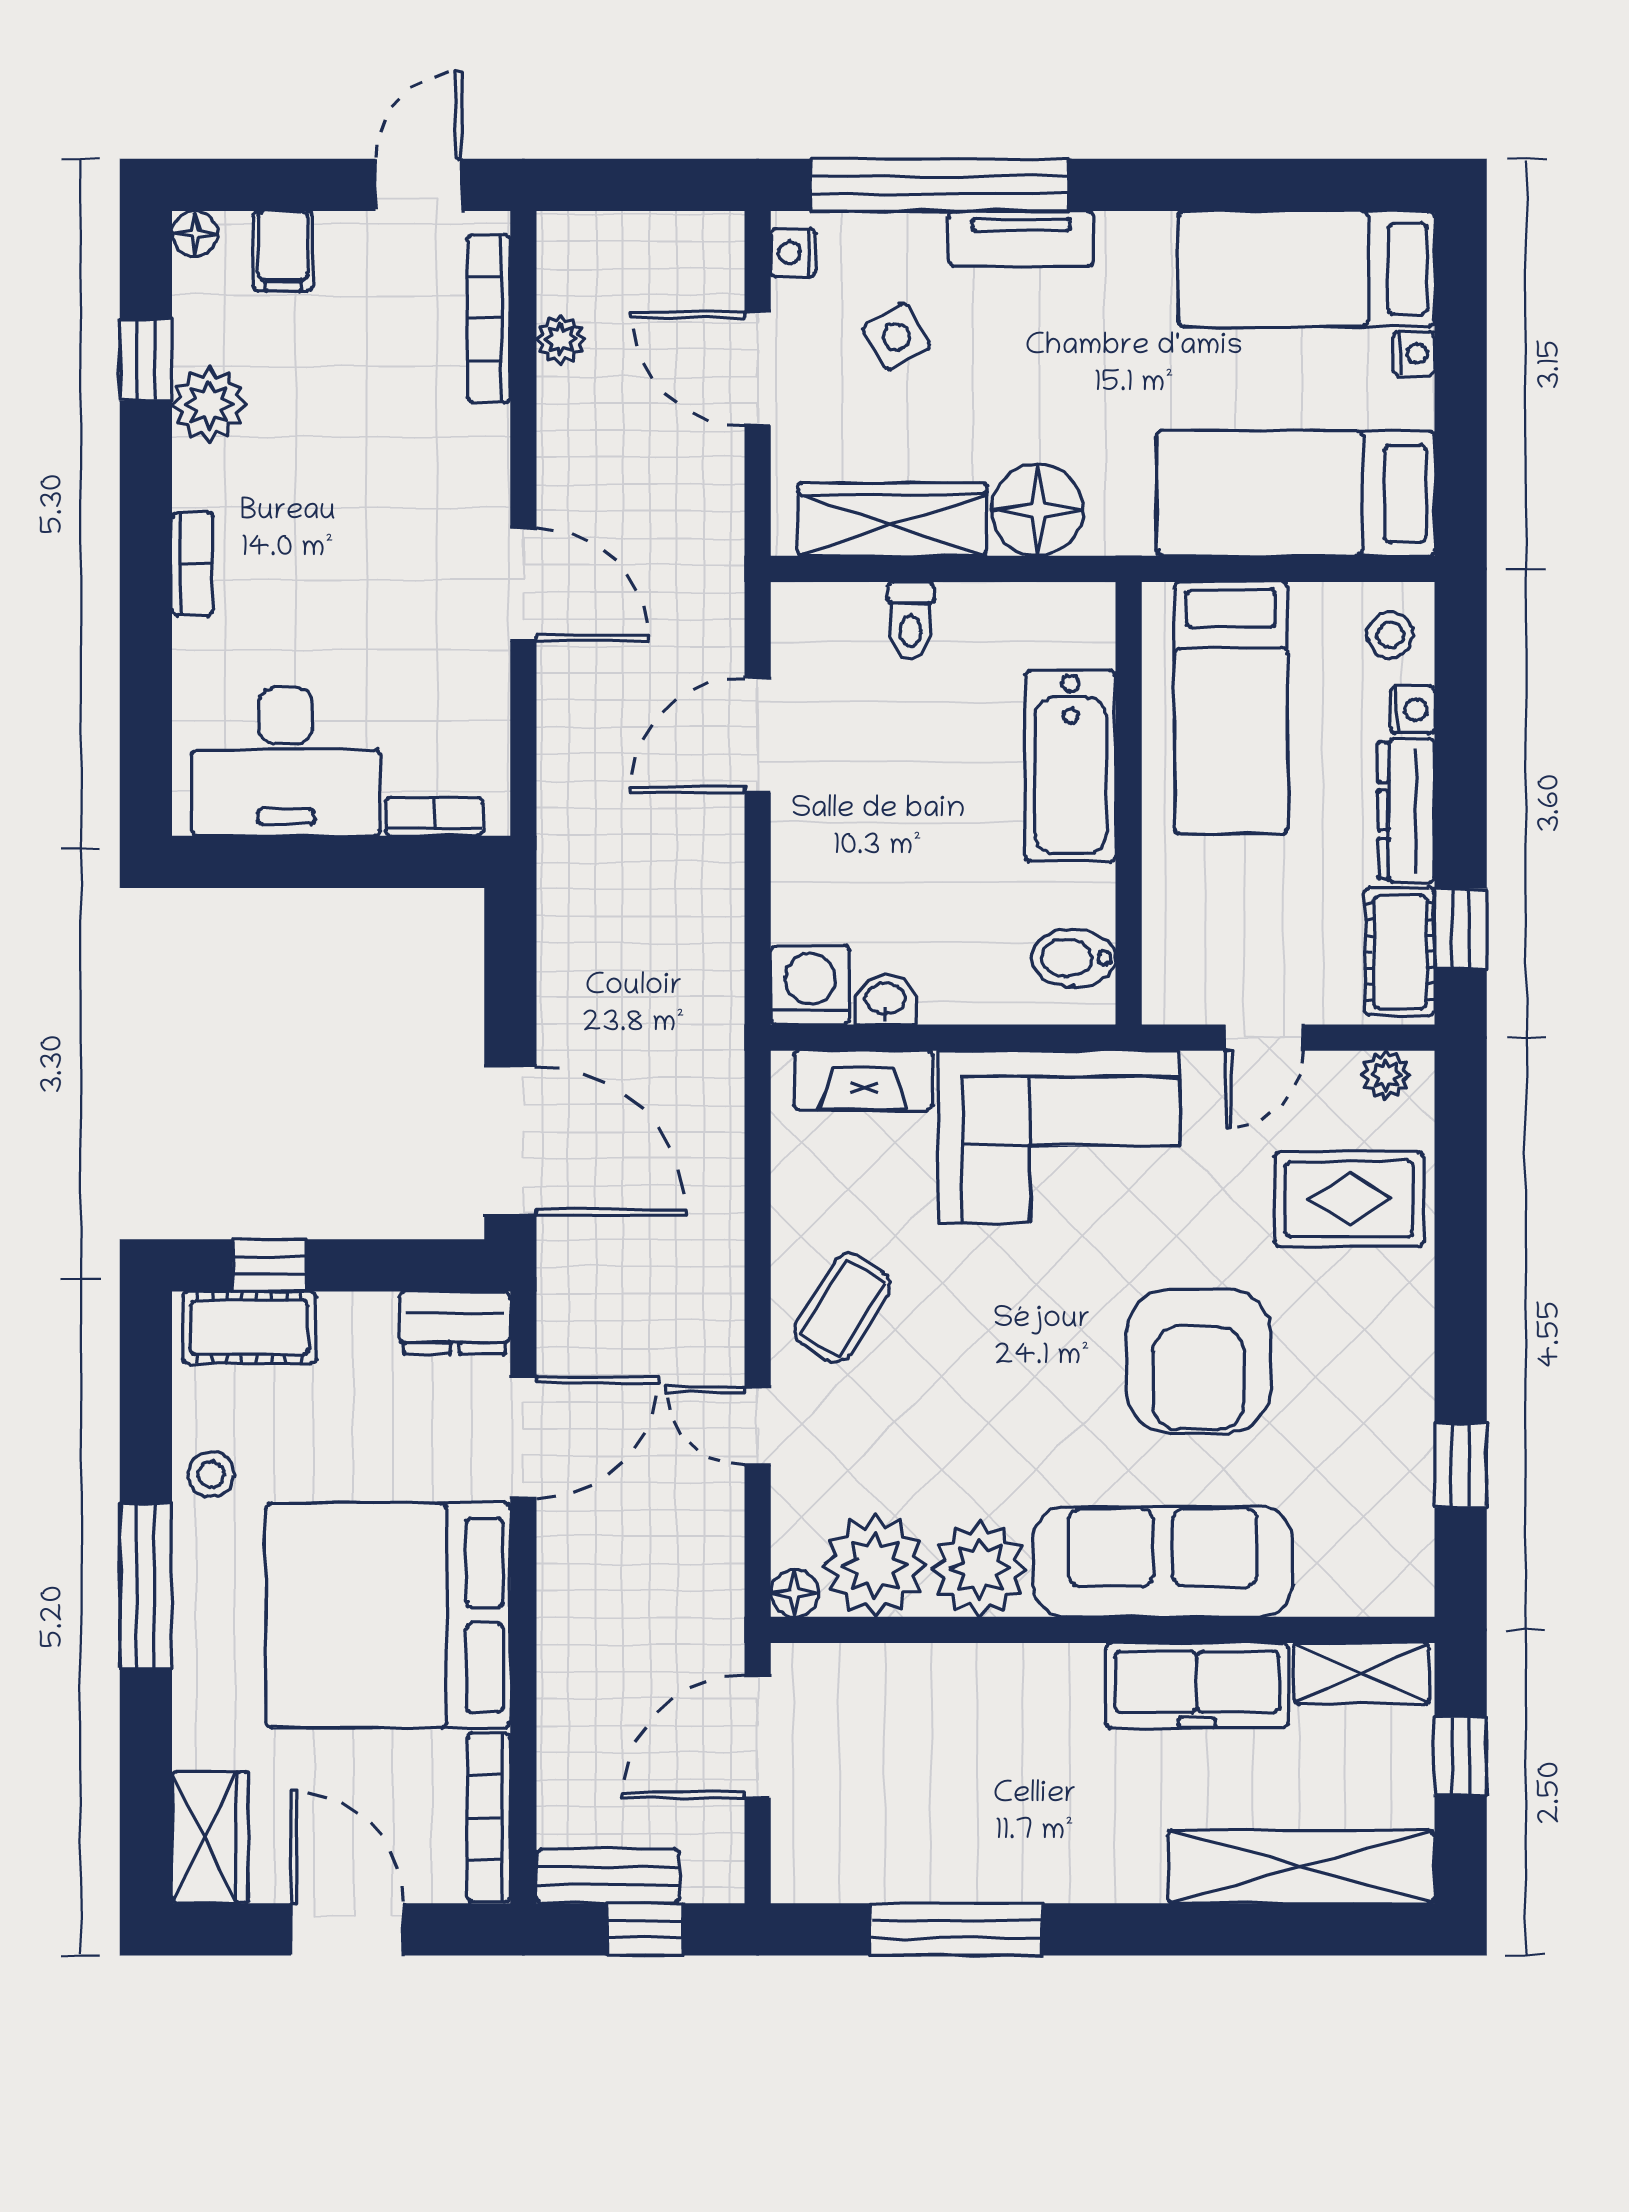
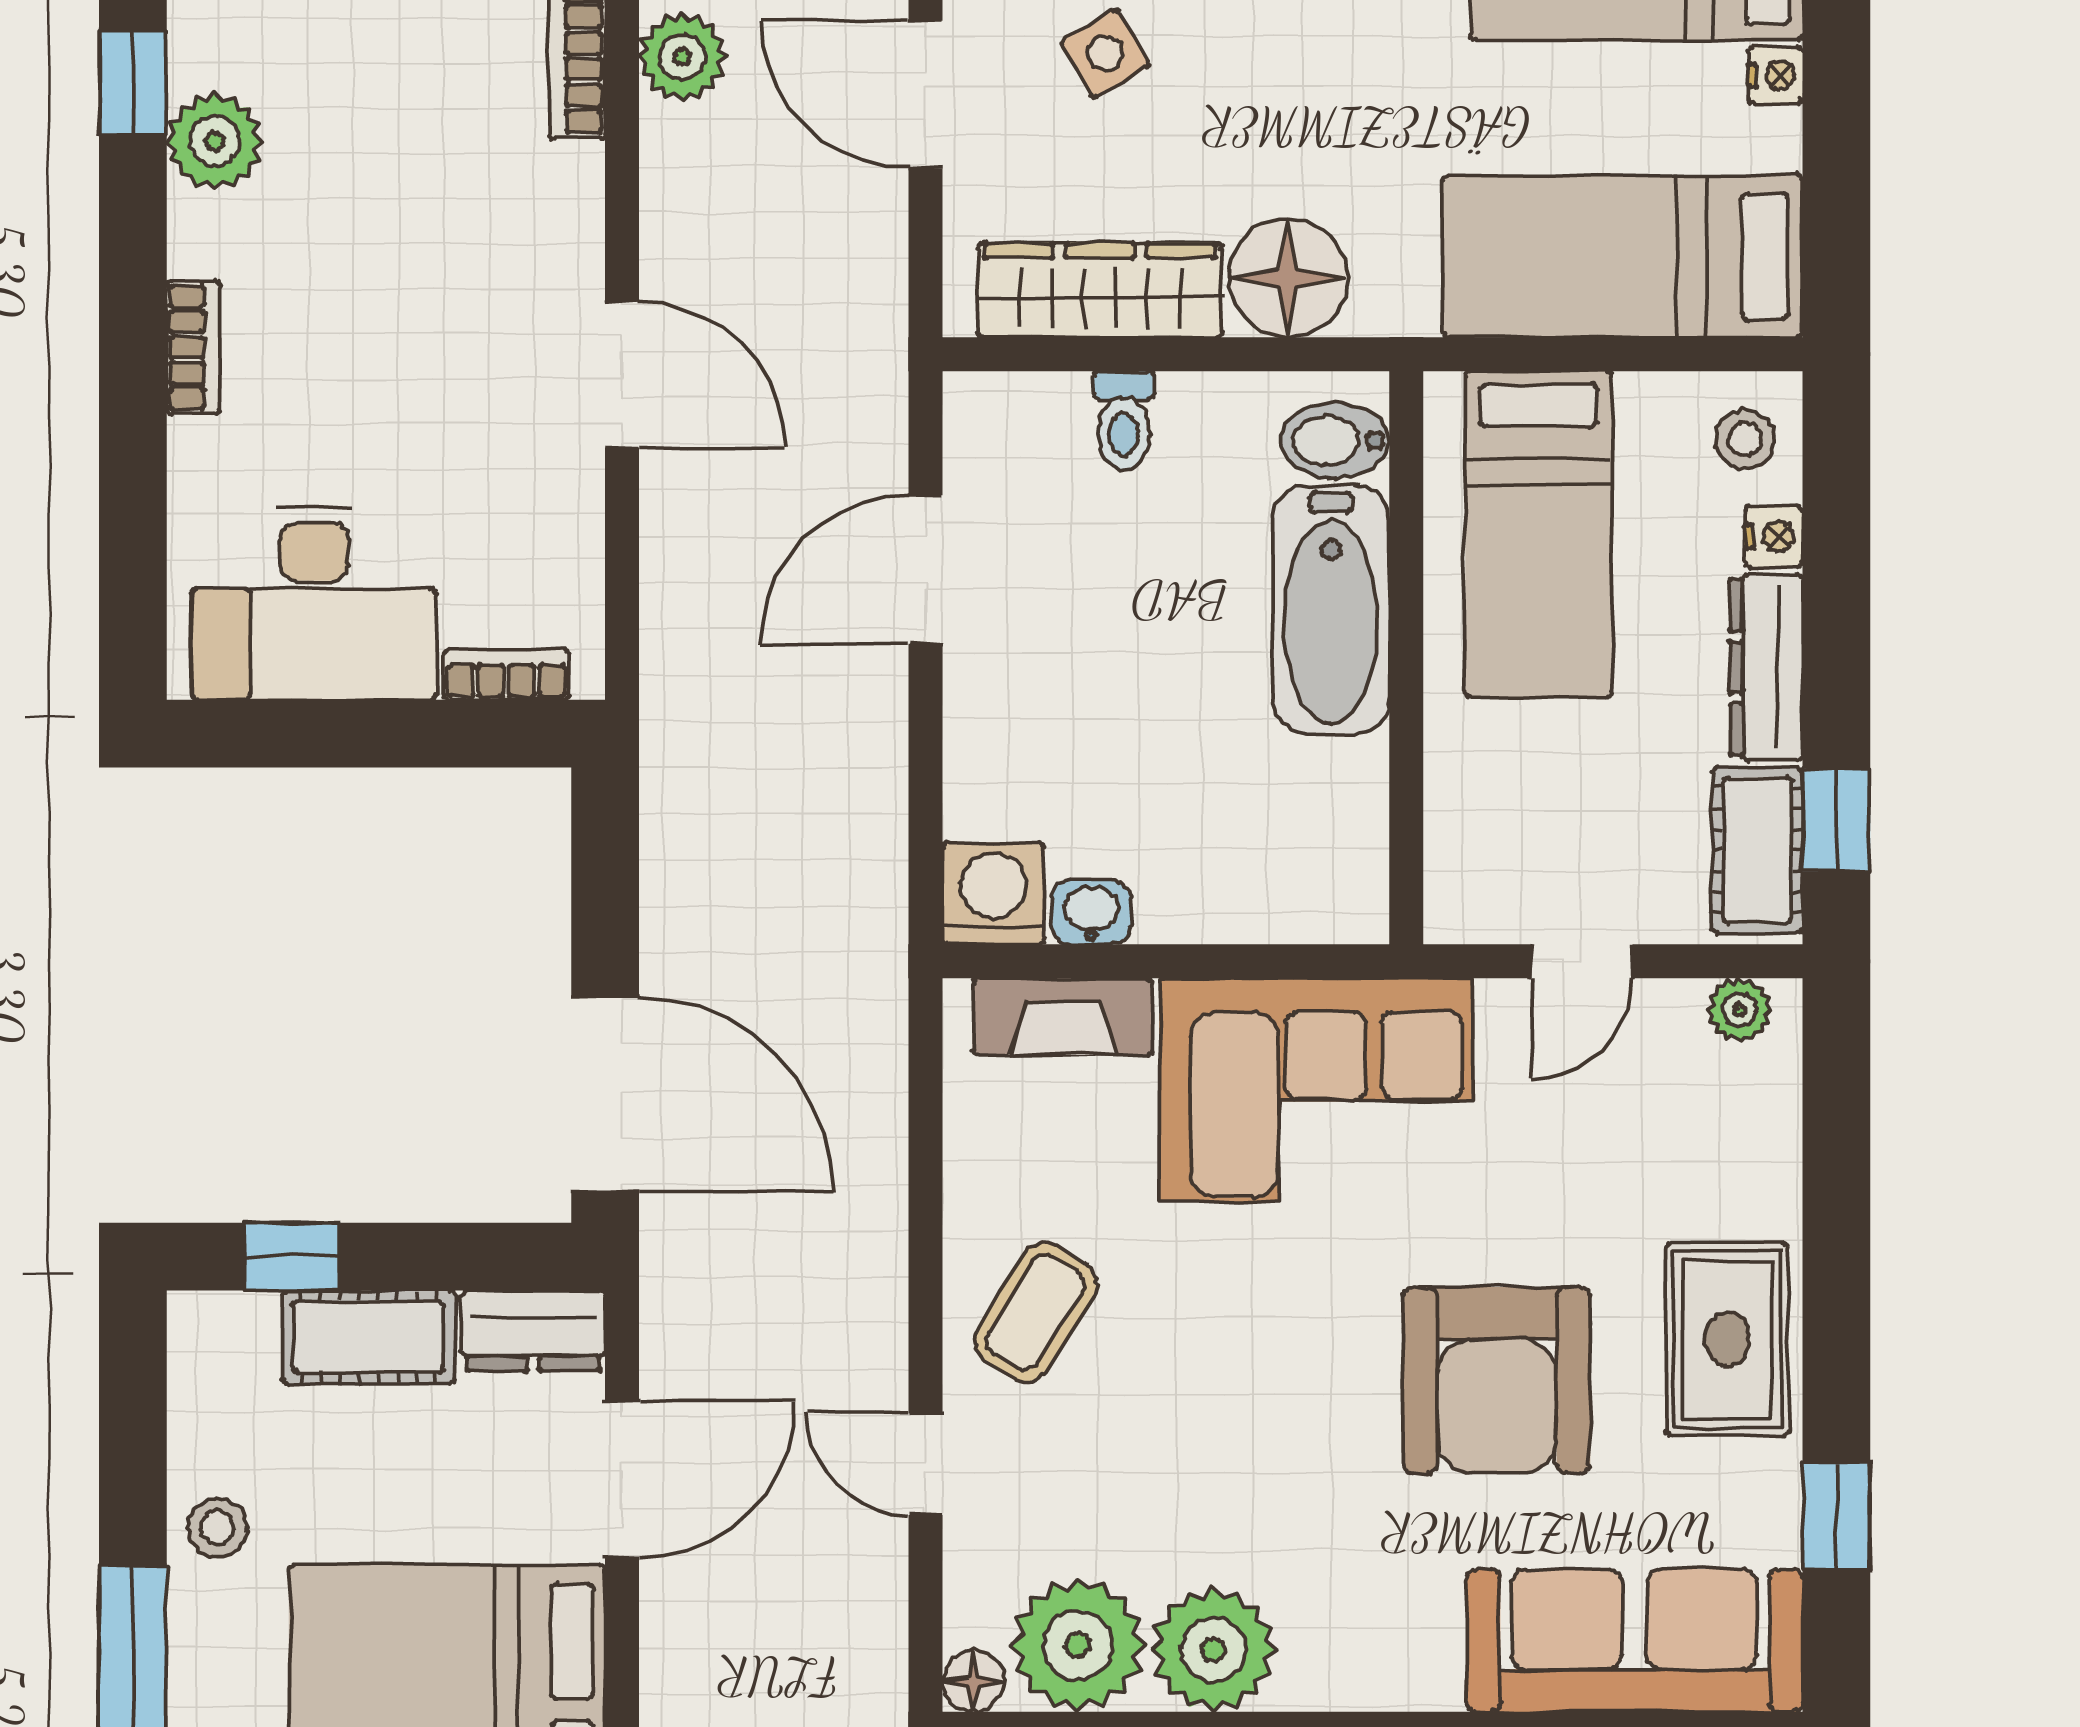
plant: (561, 340) -> (682, 57), width x1.38, depth x1.38
bidet: (1073, 958) -> (1335, 441), moved
rug: (1349, 1199) -> (1727, 1339), moved, turned 90
cot: (249, 1328) -> (368, 1337), moved
sofa: (1163, 1562) -> (1635, 1640), moved

